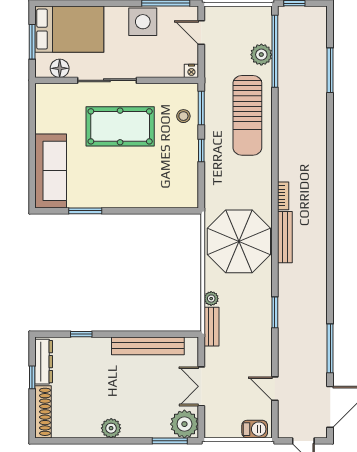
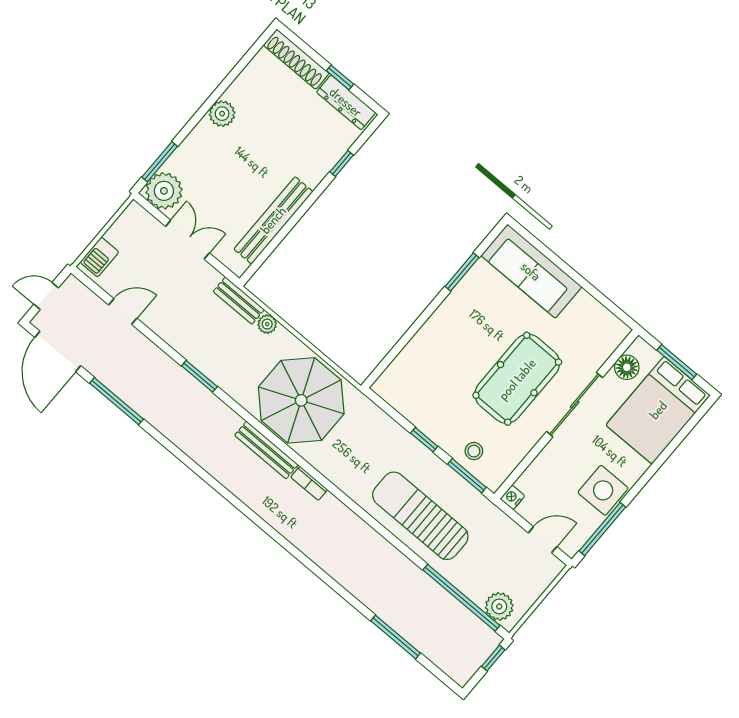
plant: (261, 55) -> (499, 606), moved

